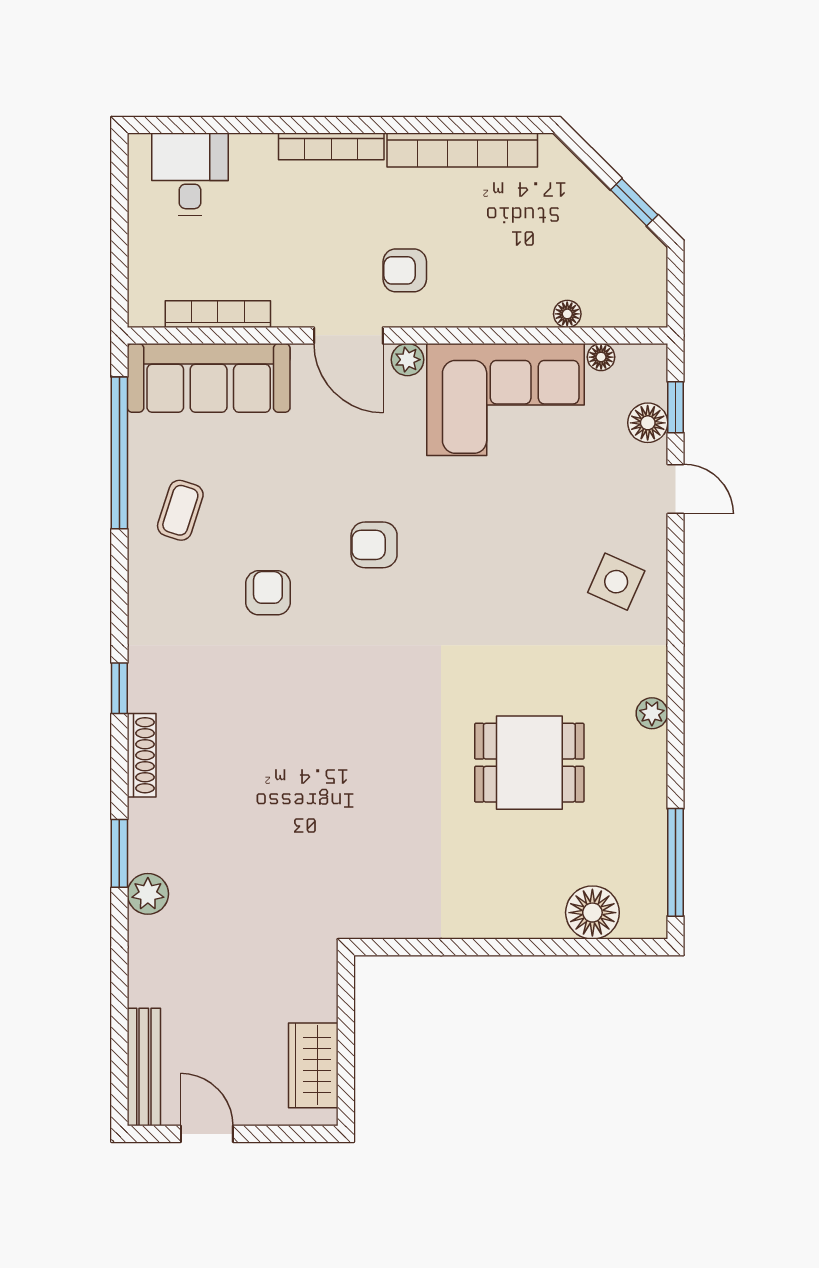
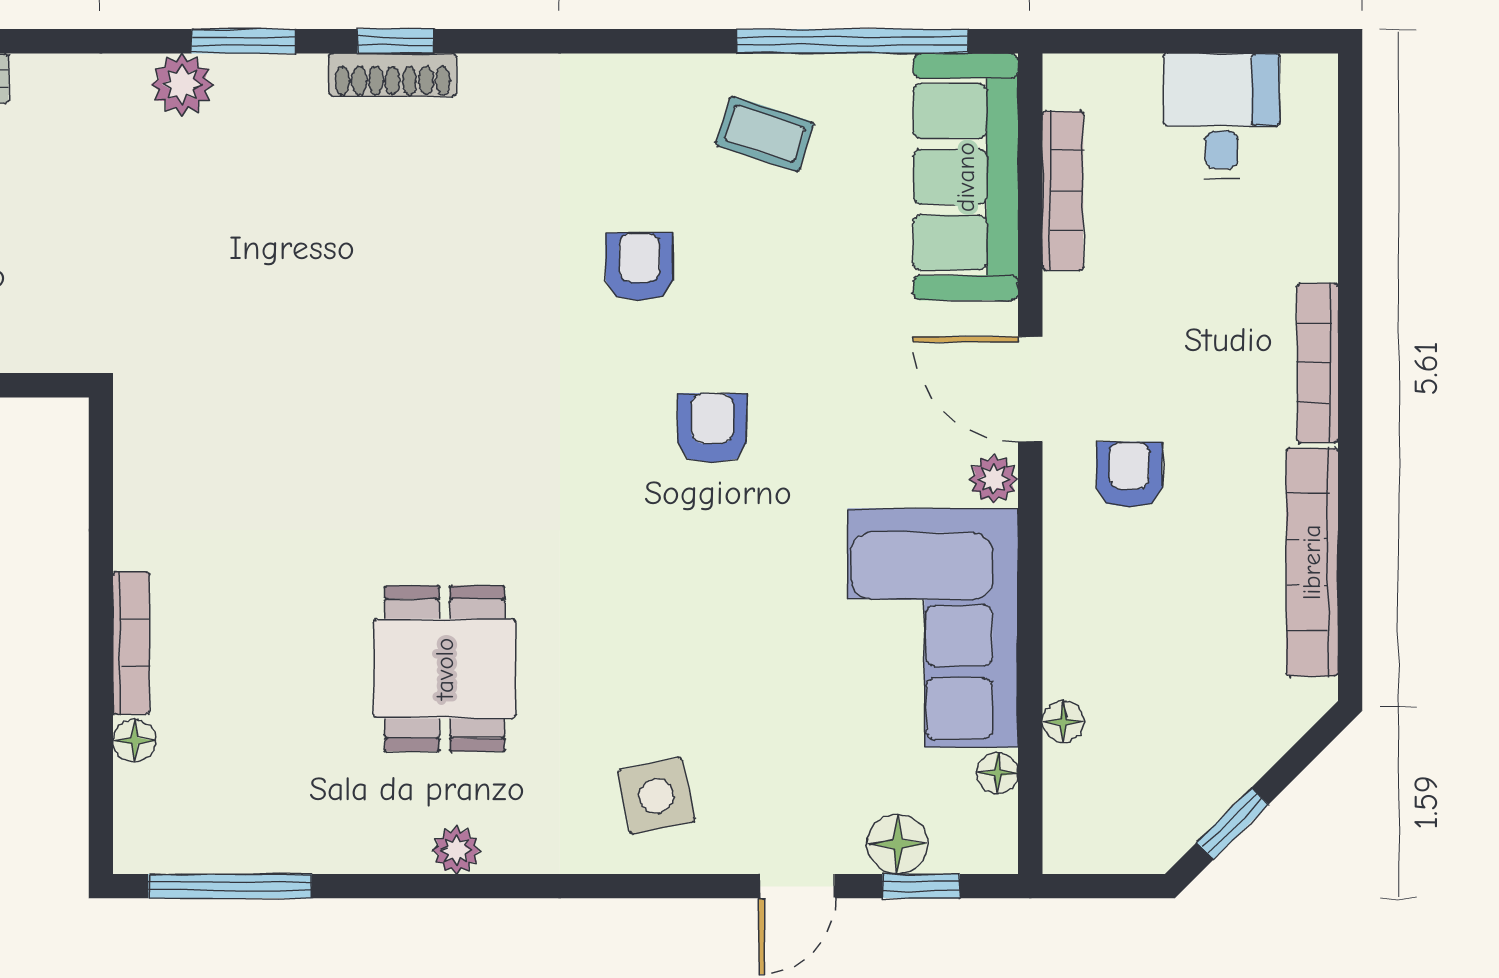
desk: (190, 174) -> (1222, 116), moved, turned -90
door: (348, 335) -> (1030, 389), hinge flipped
side table: (616, 582) -> (656, 796), turned -36
armchair: (268, 593) -> (639, 267), turned -90
window: (119, 688) -> (396, 41), moved
dining table: (529, 763) -> (445, 669), moved
floor lamp: (592, 913) -> (135, 741), width x0.53, depth x0.53
bookcase: (515, 927) -> (131, 643), added

